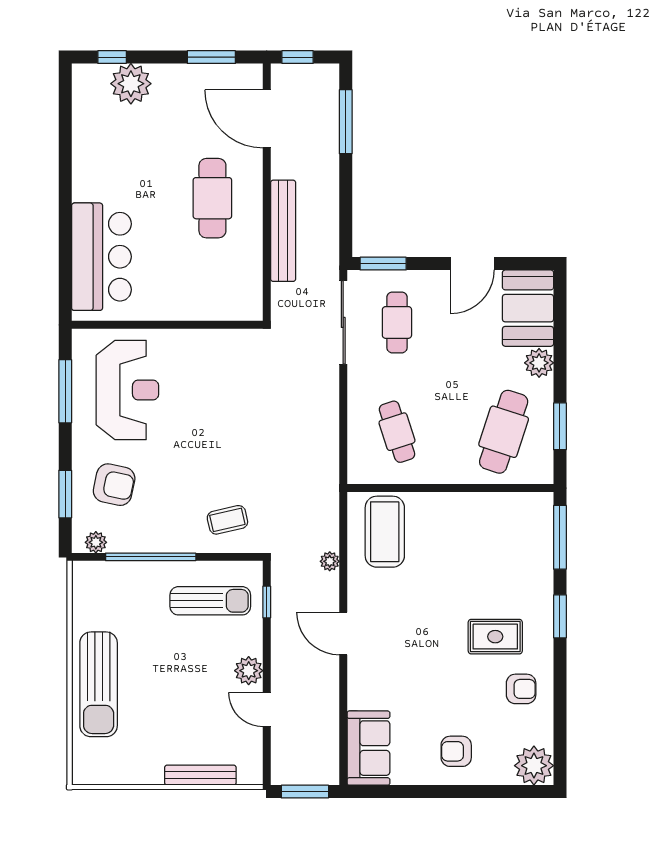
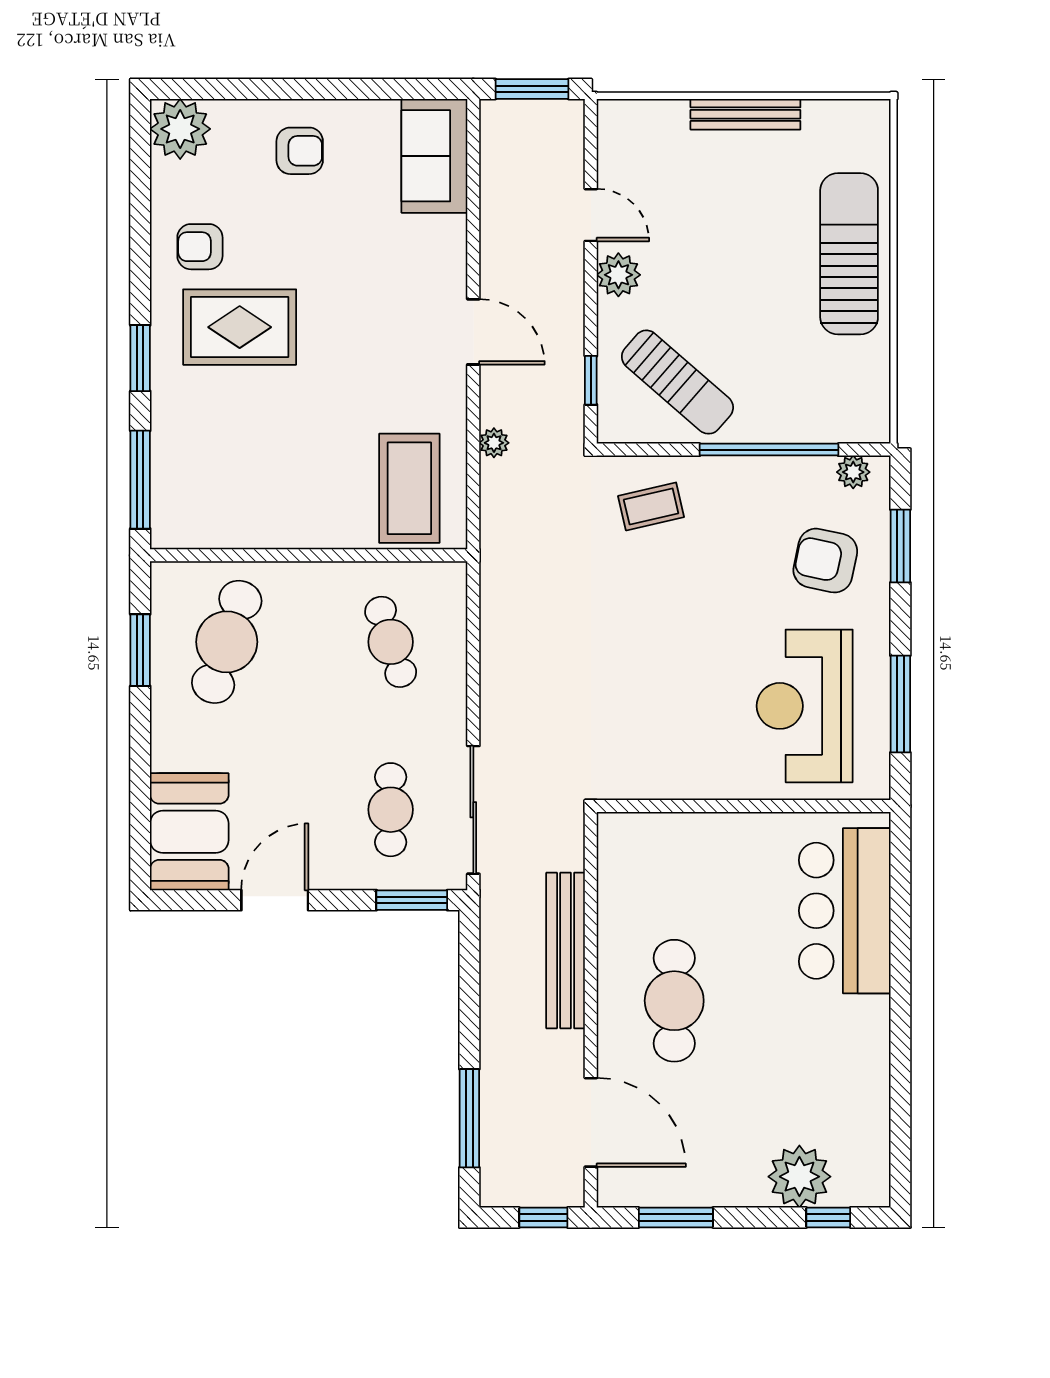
plant: (539, 363) -> (172, 748), removed
sun lounger: (210, 601) -> (677, 382), turned -139
rug: (495, 637) -> (240, 327), width x1.36, depth x1.43
bench: (200, 775) -> (745, 114), moved

